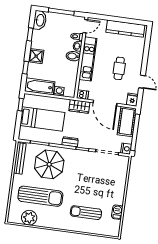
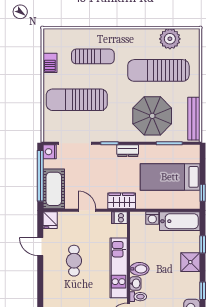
door: (105, 103) -> (87, 210), width x0.53
sun lounger: (102, 183) -> (77, 100), added

